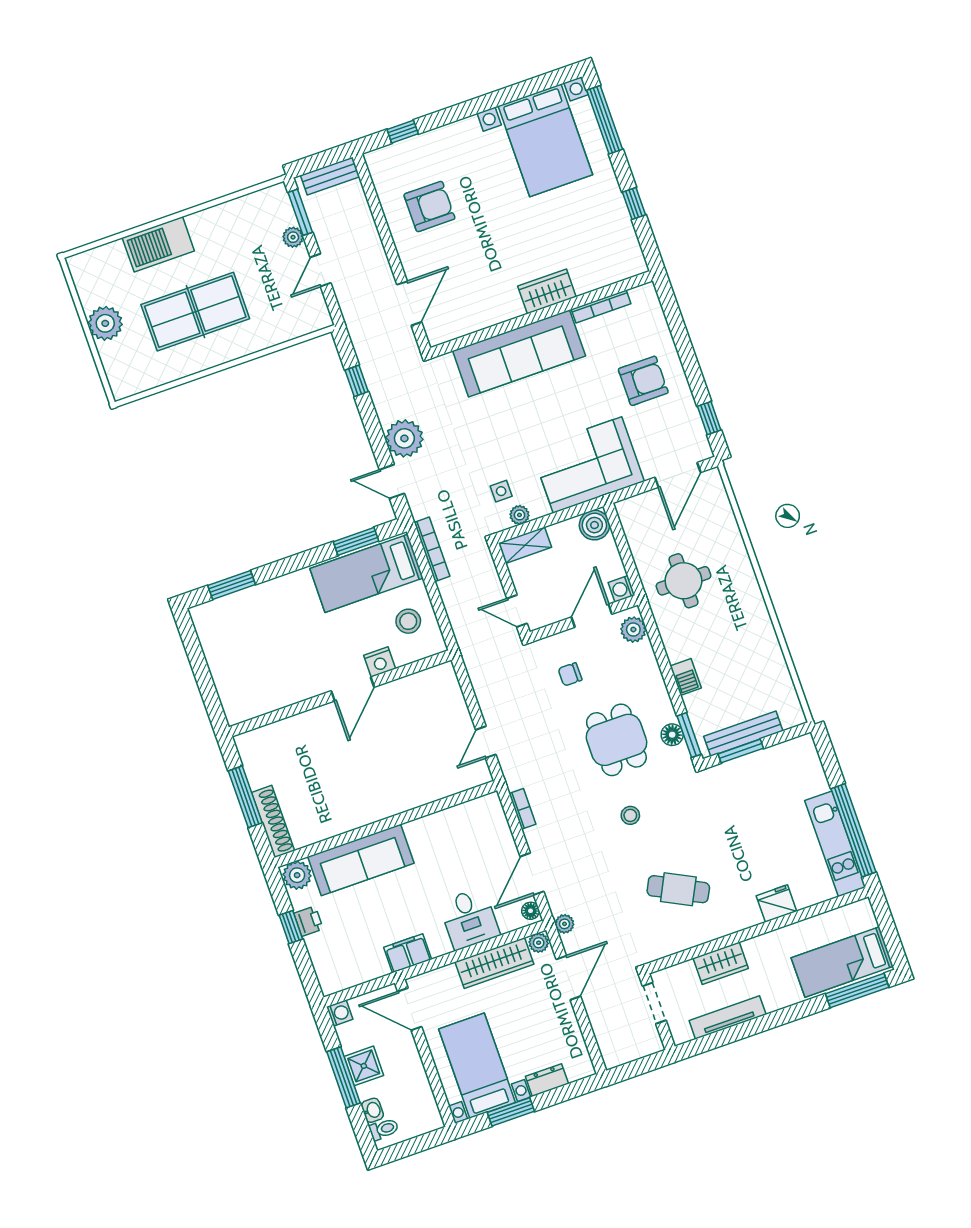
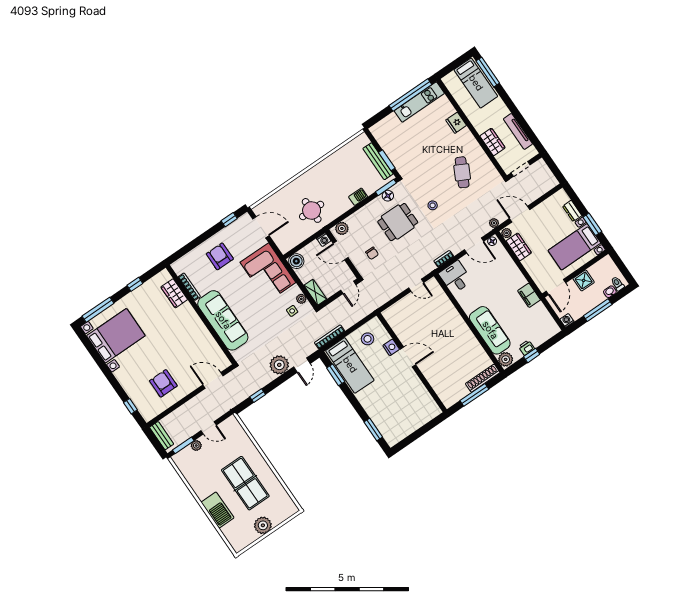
wardrobe: (547, 291) -> (174, 293), moved
desk: (469, 919) -> (455, 277), moved, turned -90
wardrobe: (494, 963) -> (519, 247), width x0.67
shower: (364, 1066) -> (584, 280), moved

